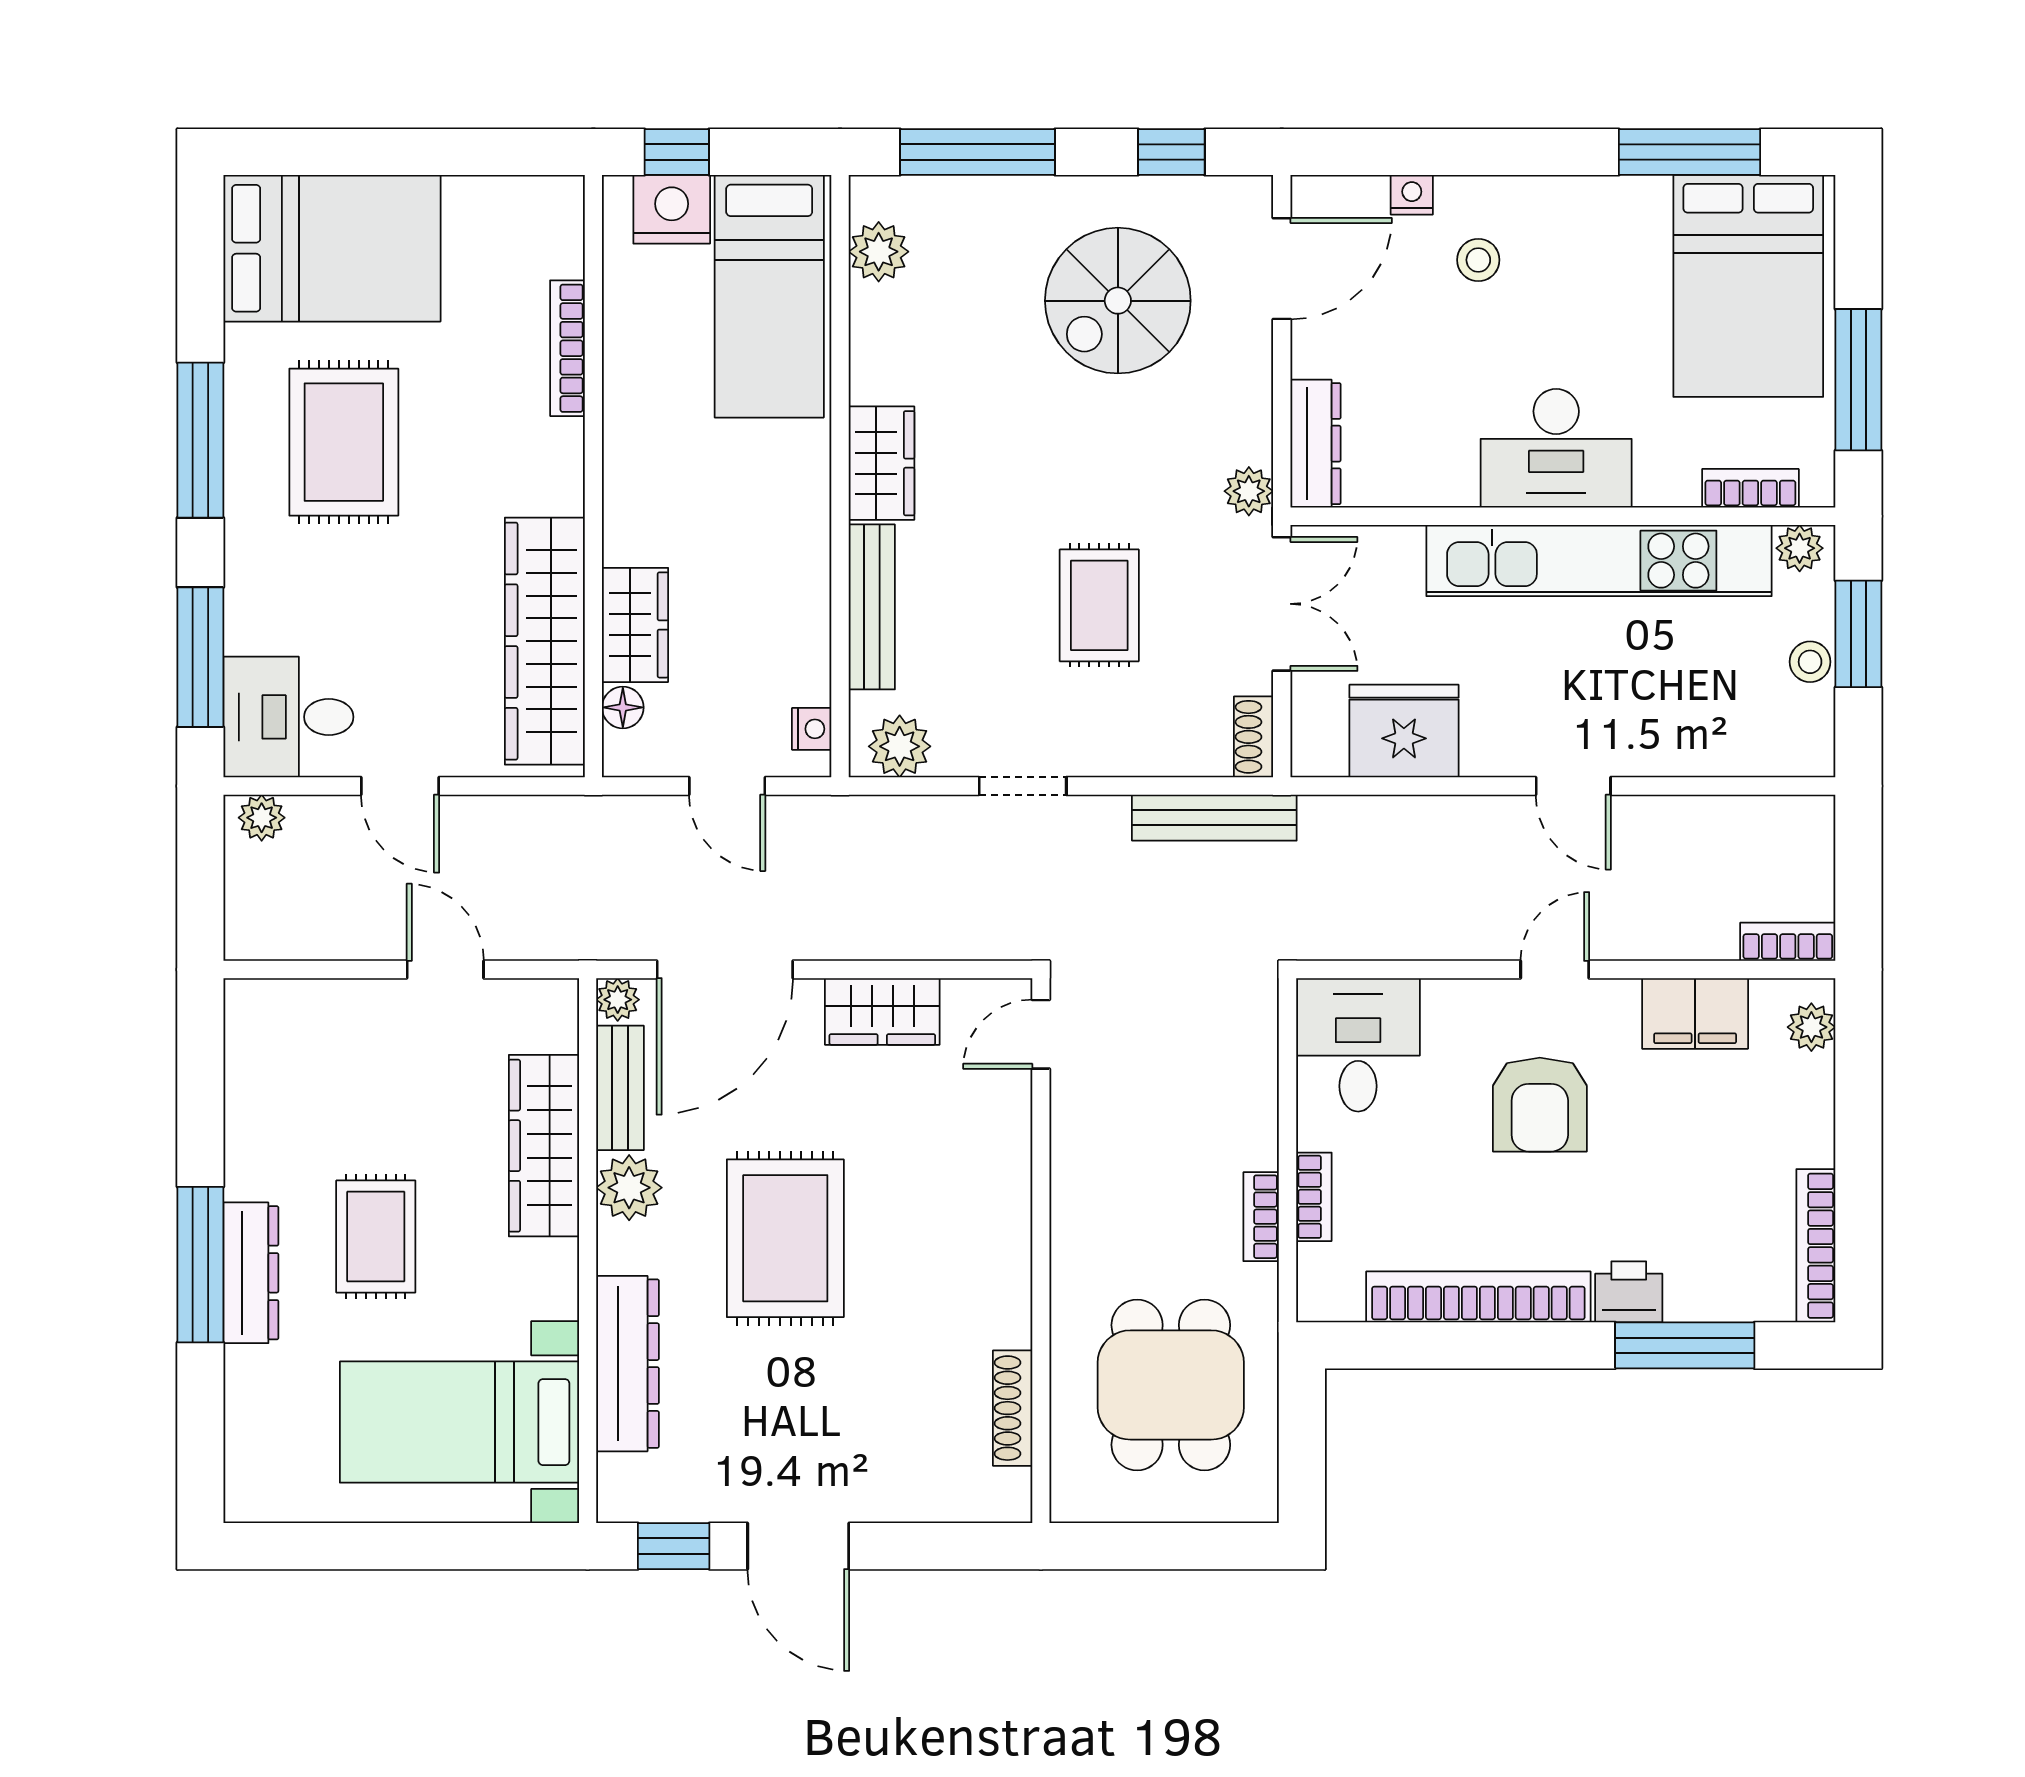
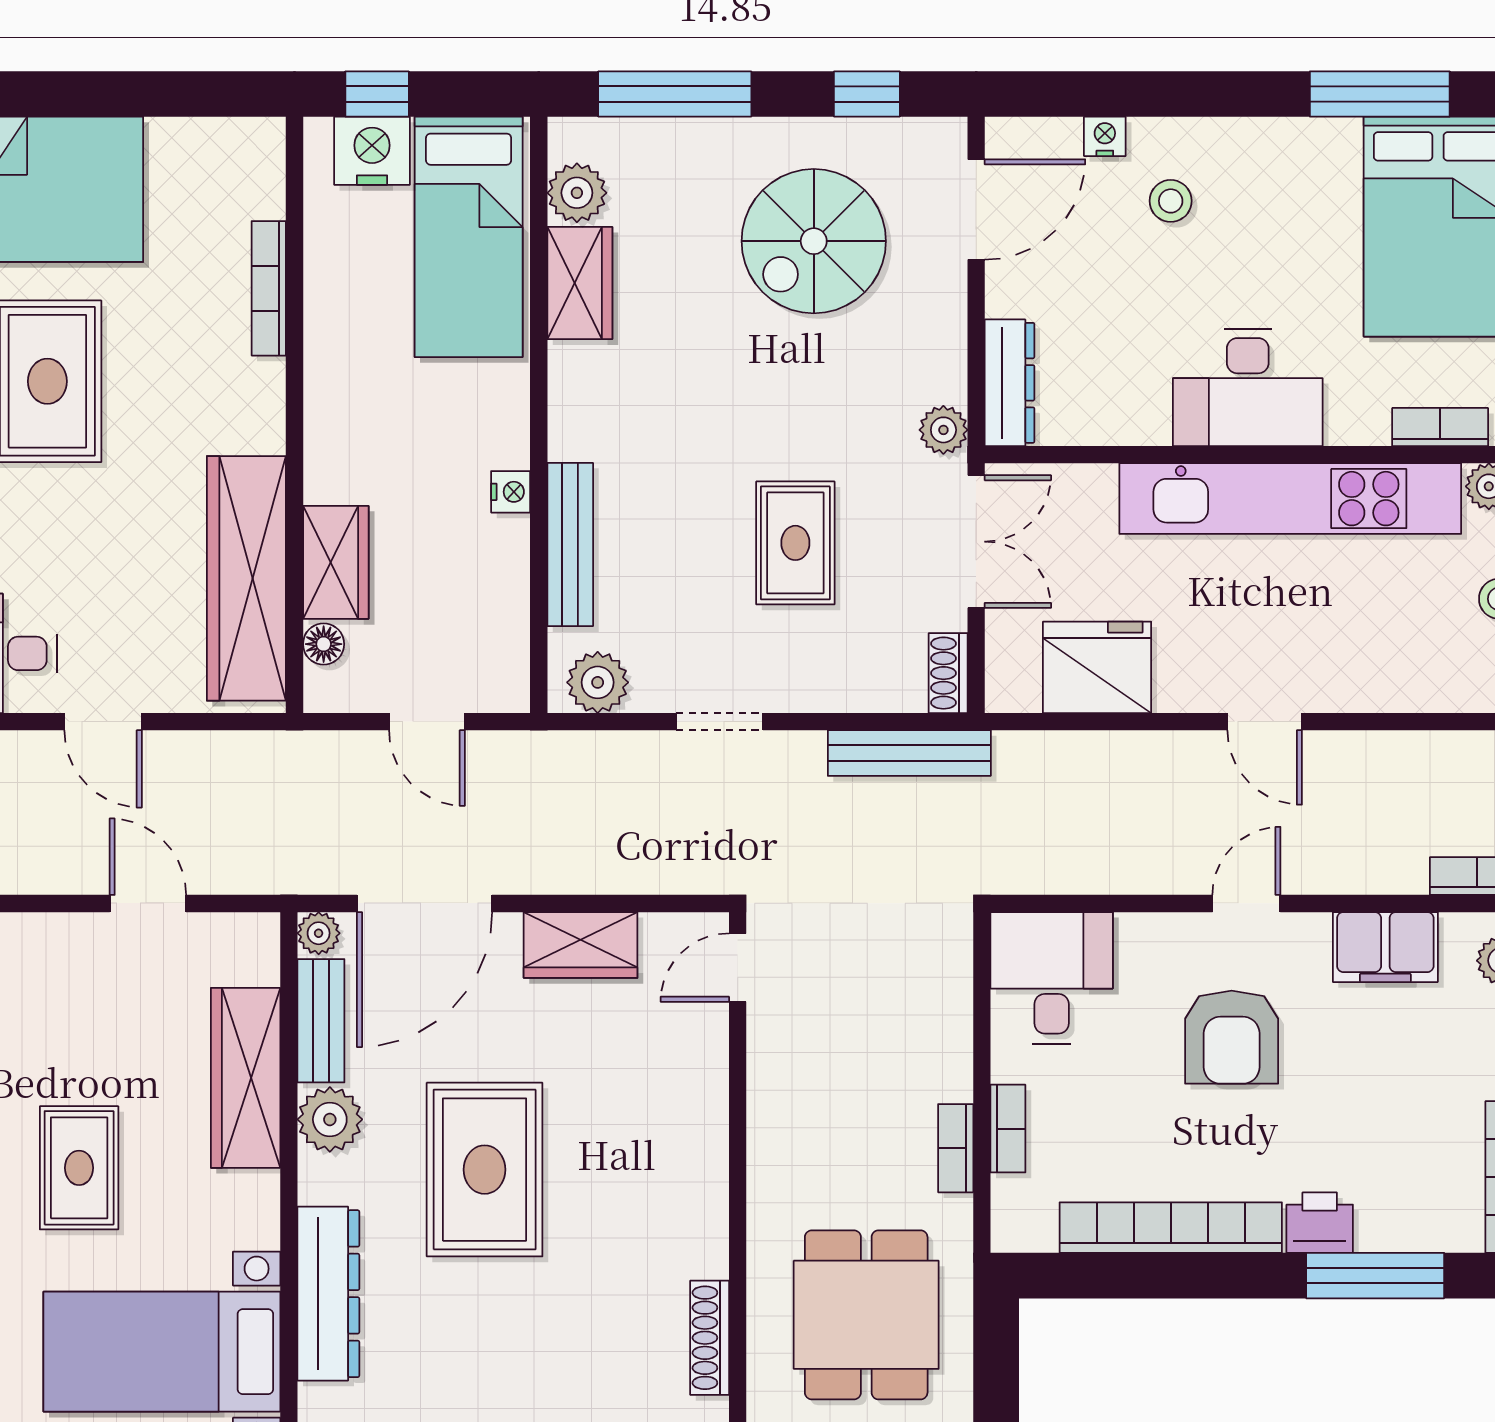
wardrobe: (882, 463) -> (580, 283), moved
nightstand: (812, 729) -> (511, 492), moved

